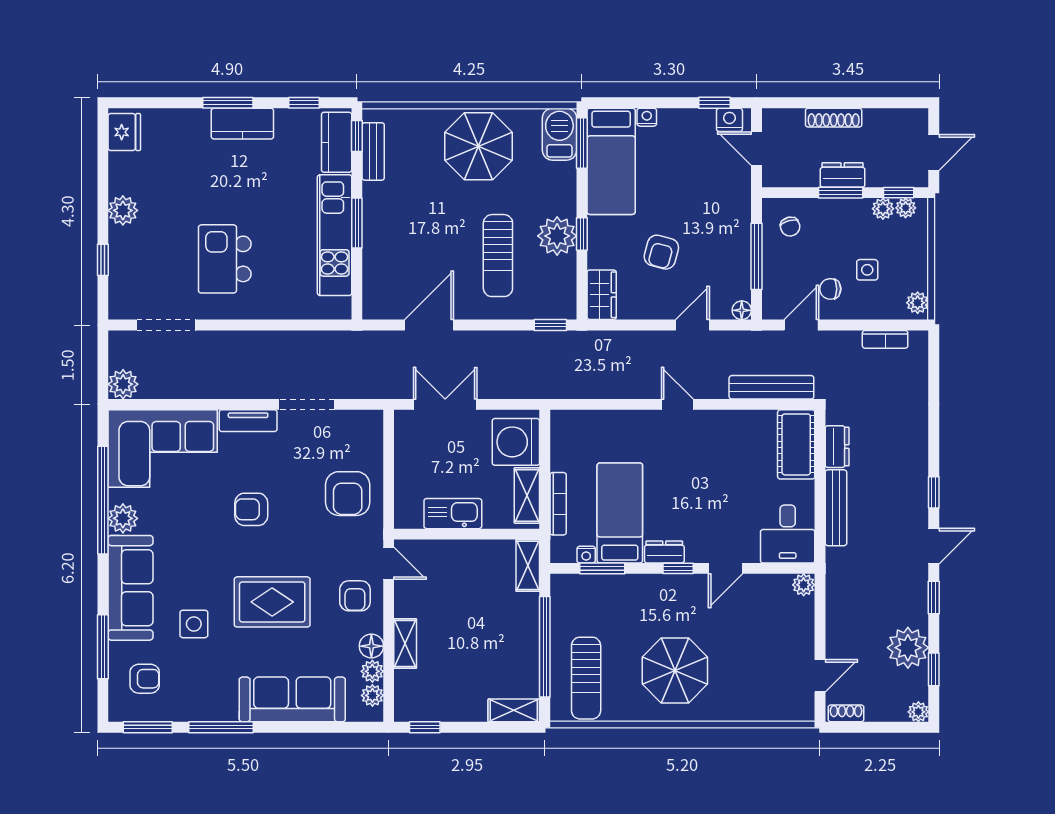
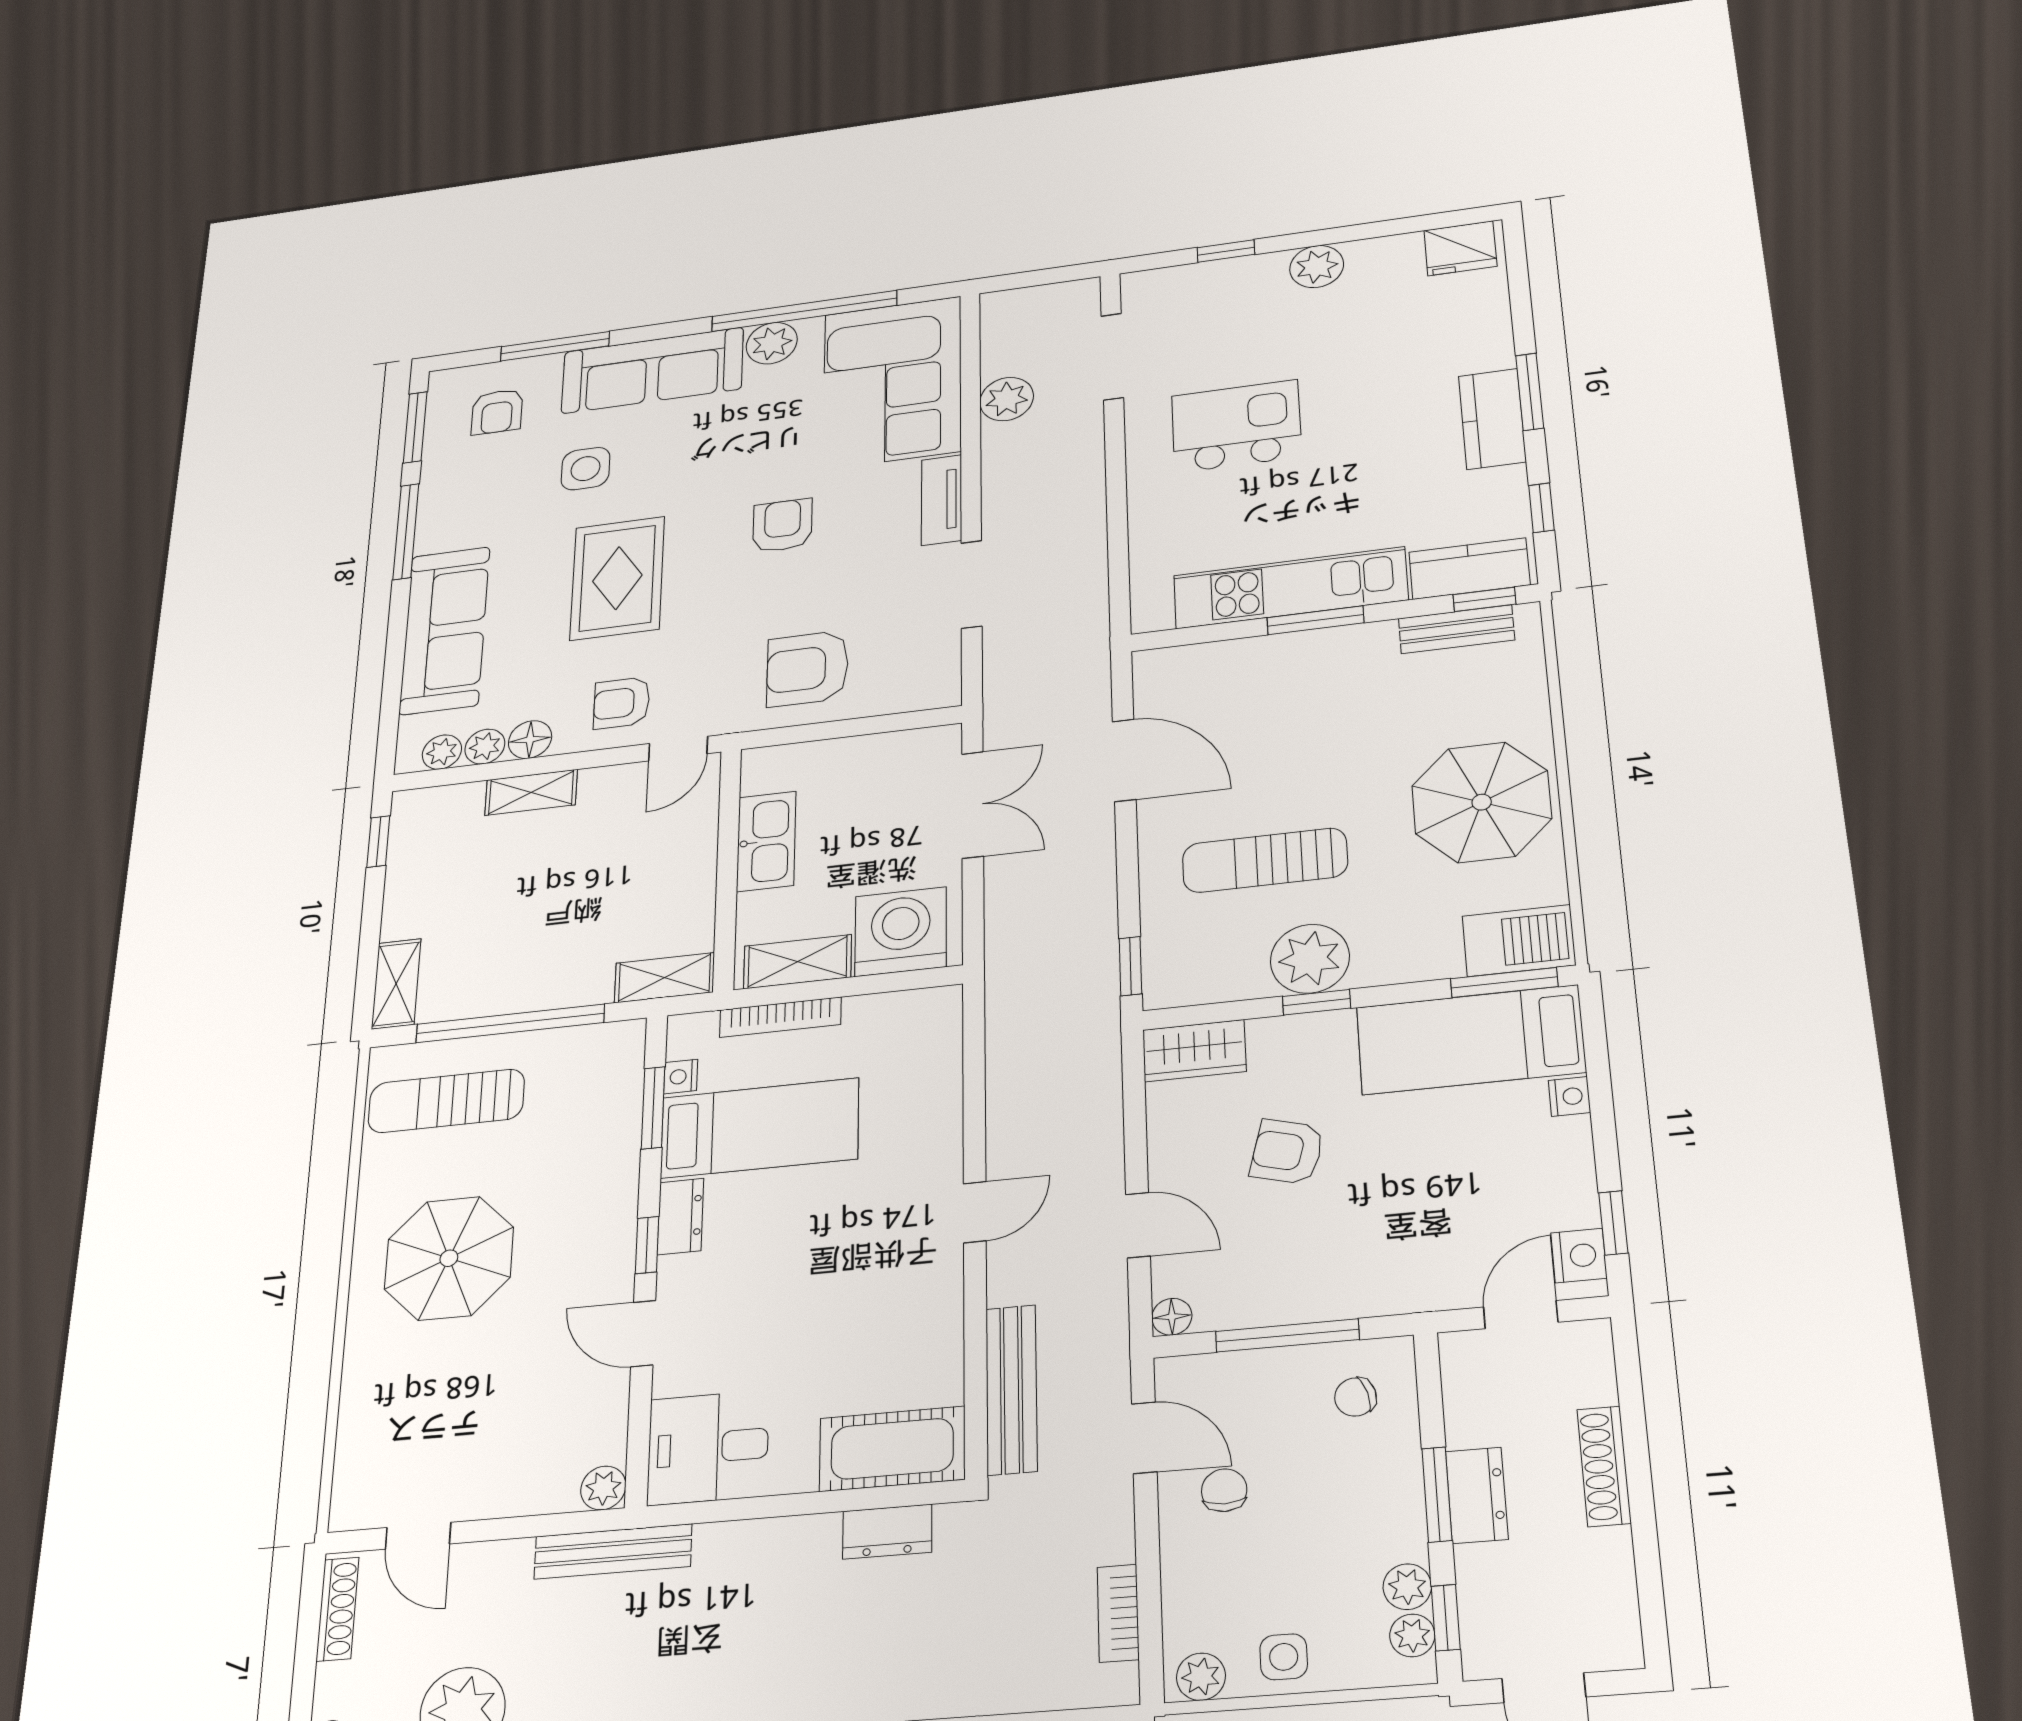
side table: (867, 270) -> (1284, 1657), moved
plant: (123, 384) -> (1007, 399), moved
bench: (836, 508) -> (613, 1551), moved
shoe rack: (846, 713) -> (338, 1609), width x1.43

